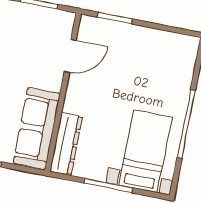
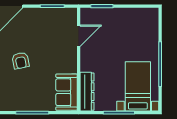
sofa: (37, 128) -> (66, 92), width x0.73

